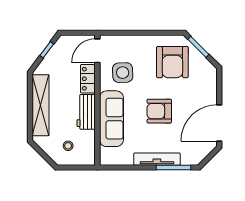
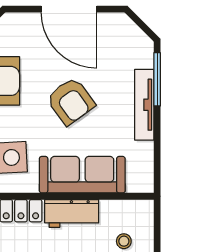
armchair: (159, 111) -> (71, 101), turned -36
door: (219, 123) -> (69, 9), moved

